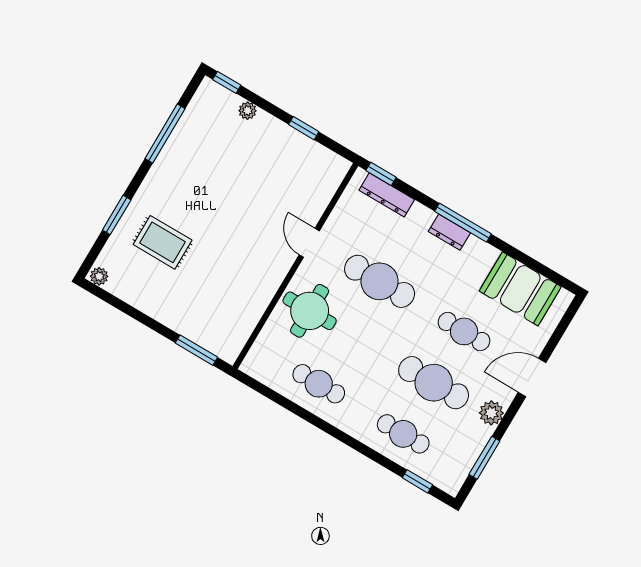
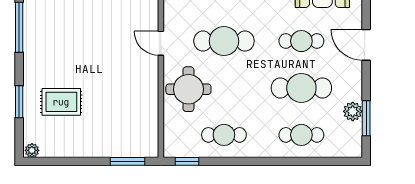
door: (532, 378) -> (366, 45), hinge flipped
plant: (491, 413) -> (353, 111), moved
window: (417, 481) -> (187, 161), moved

